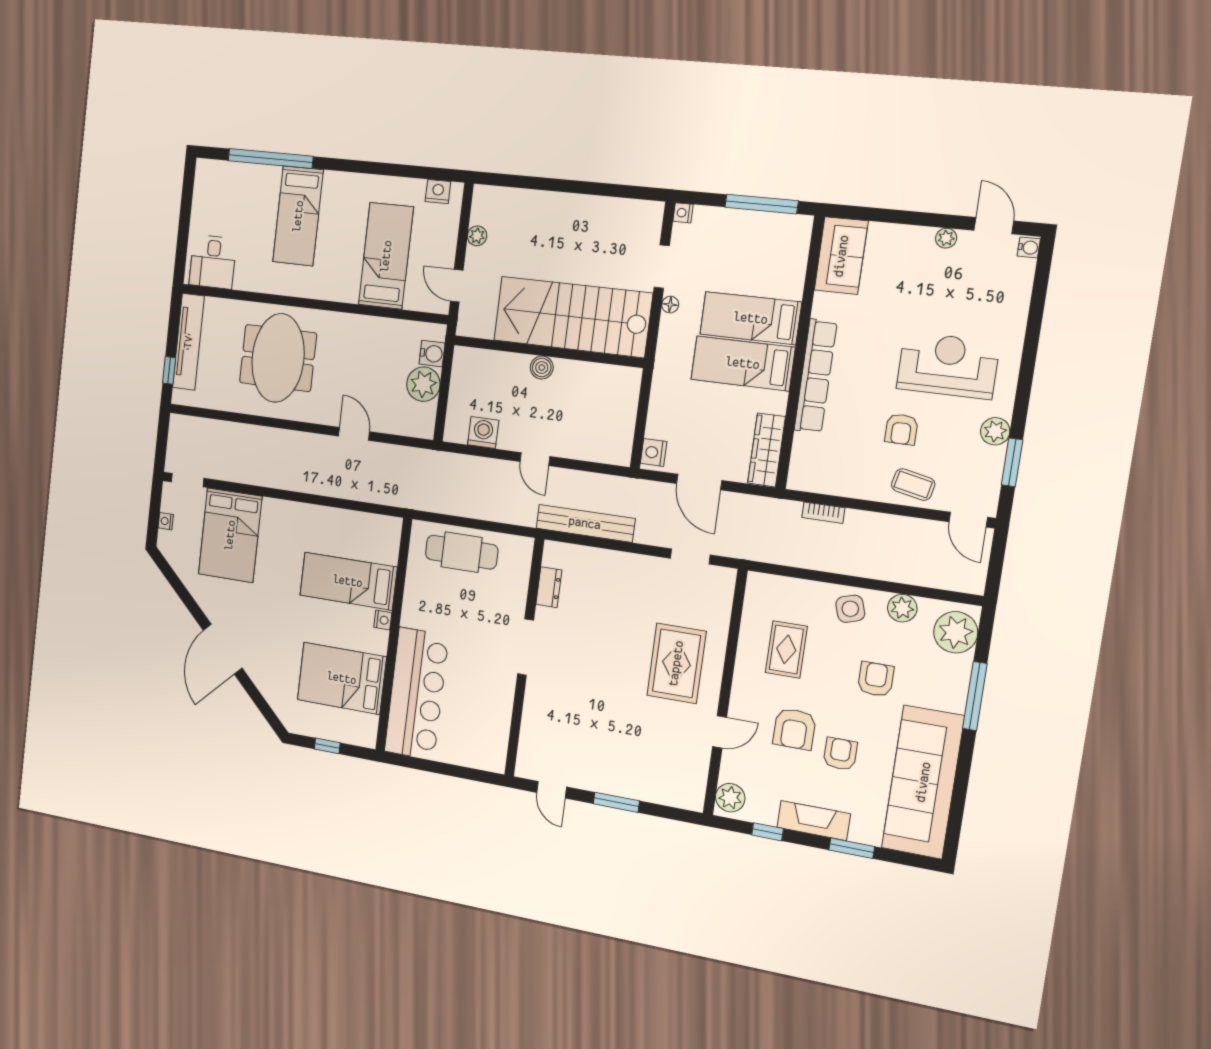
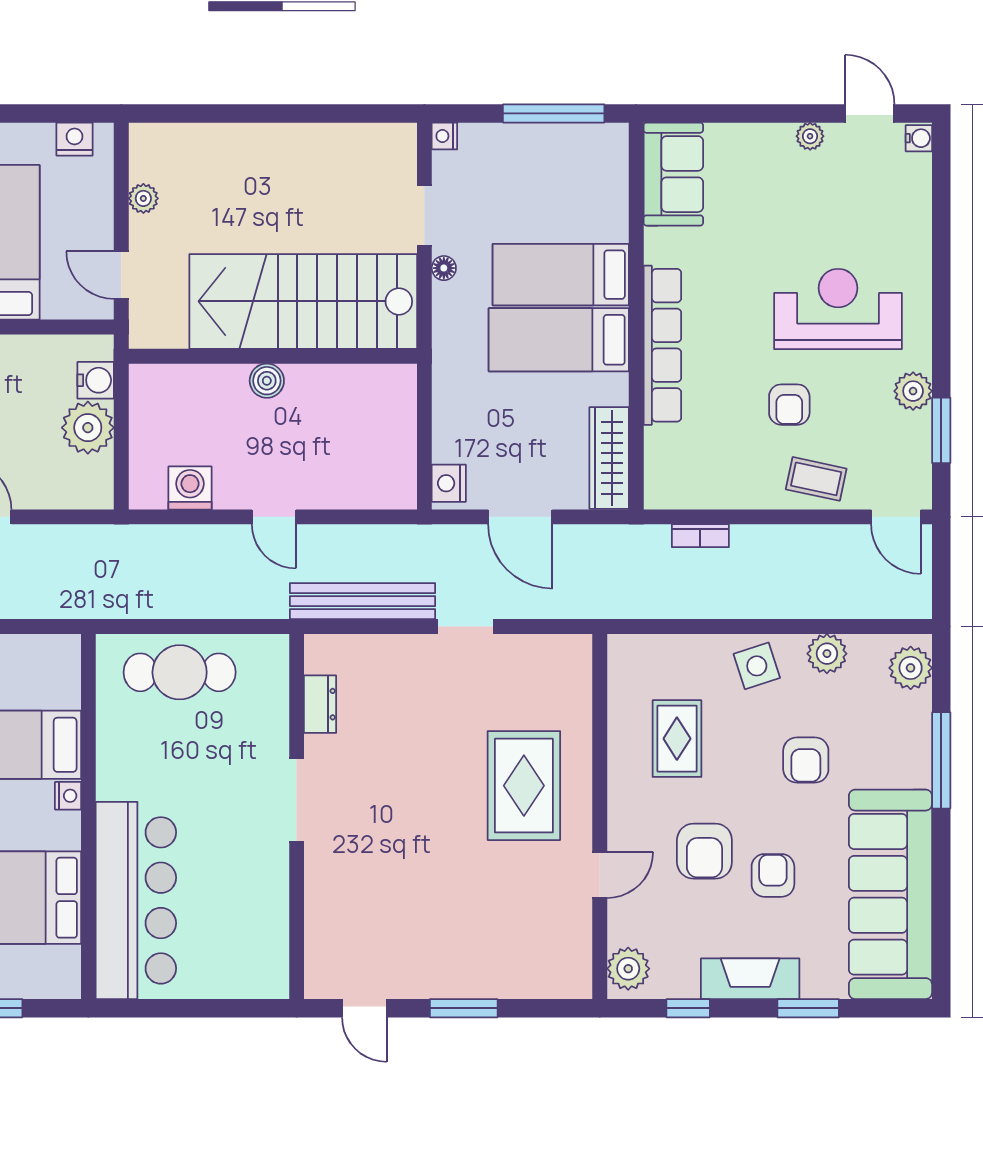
doorway: (690, 557) -> (465, 627), moved
plant: (956, 632) -> (911, 668), width x0.73, depth x0.73
armchair: (876, 679) -> (806, 760), turned 180

